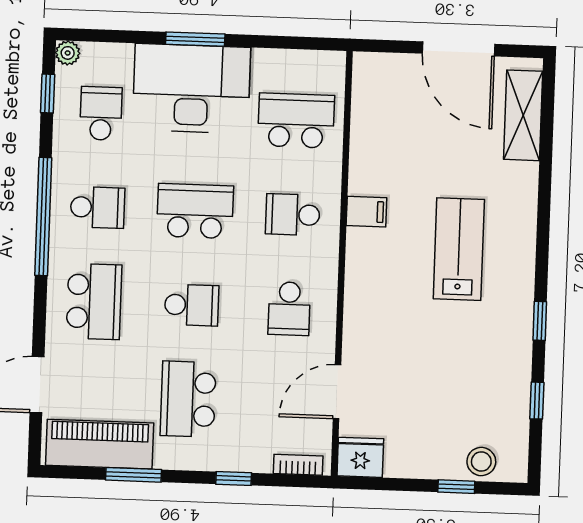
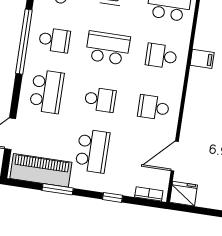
school desk: (289, 309) -> (154, 107), turned 90
school desk: (188, 399) -> (92, 151), turned 180

